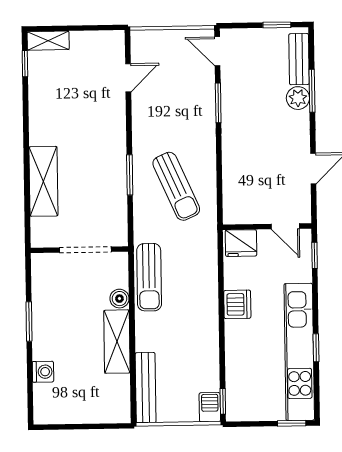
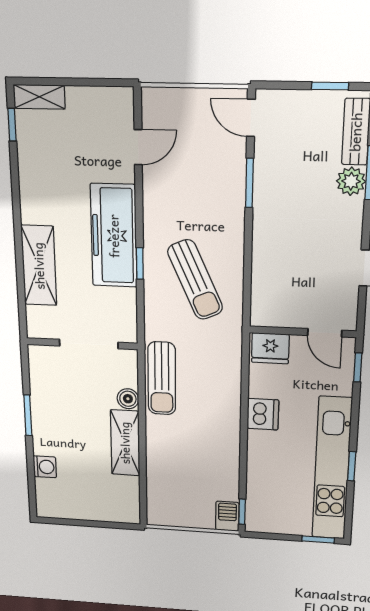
freezer: (108, 152) -> (114, 236), added
window: (130, 175) -> (140, 264), width x0.67
bench: (146, 388) -> (157, 491), removed

